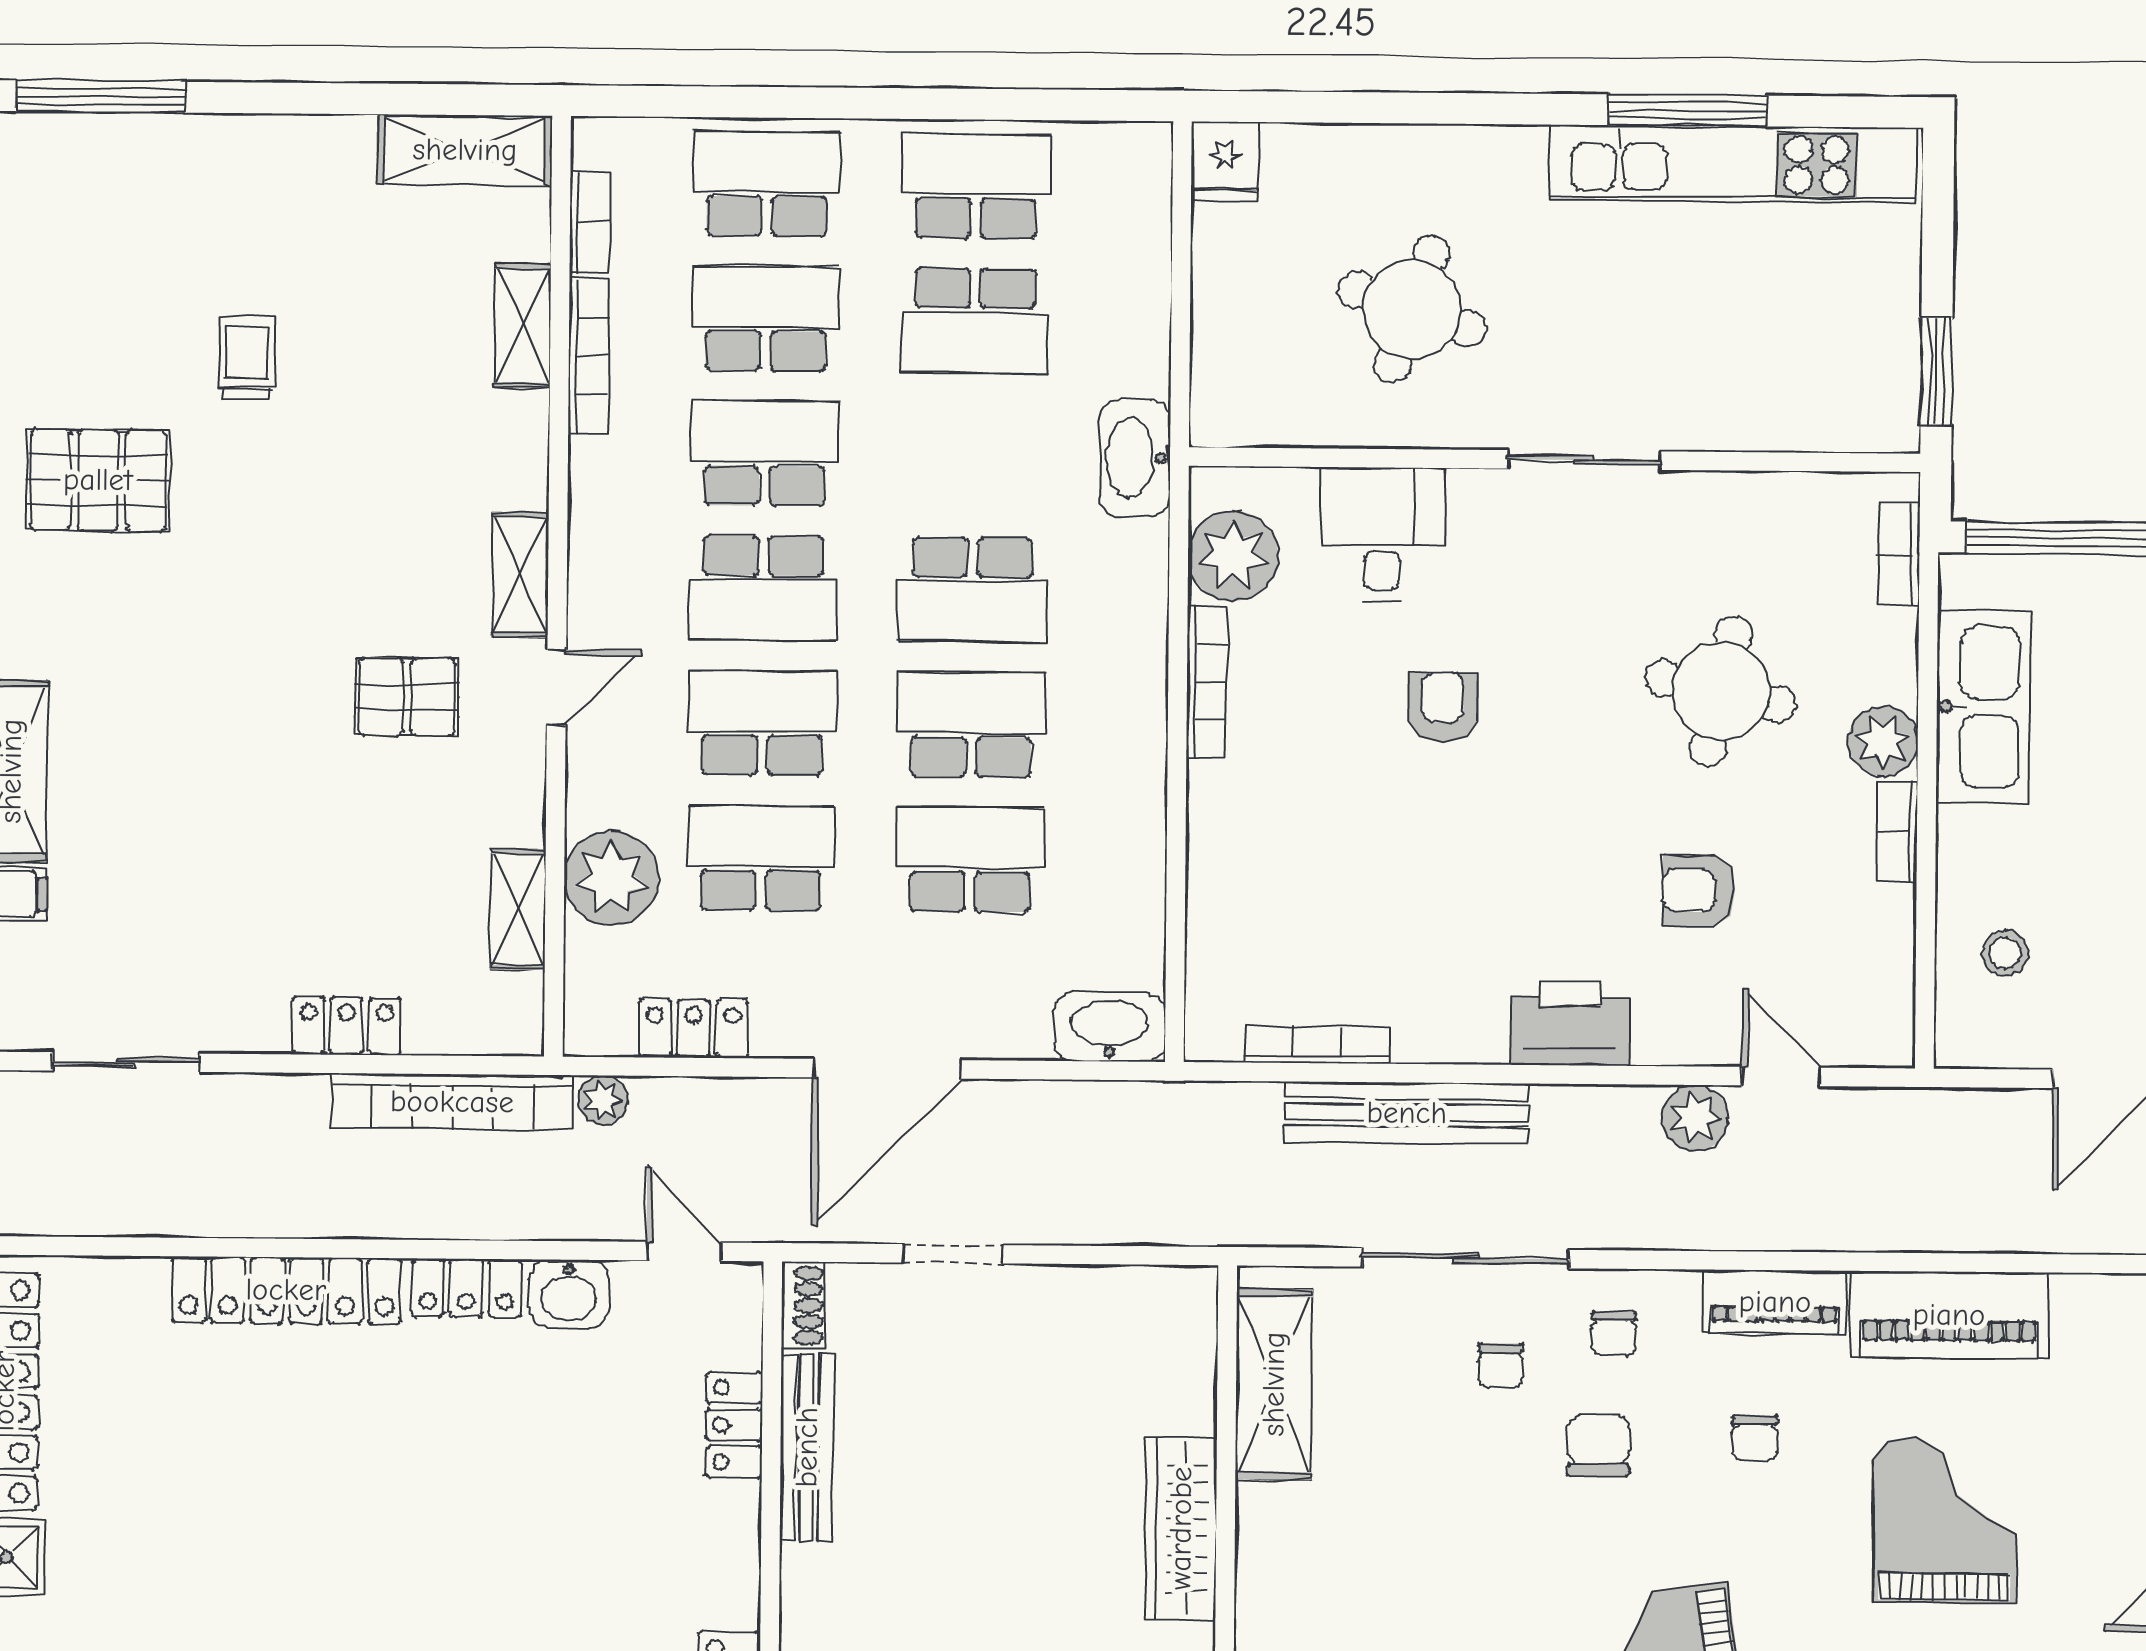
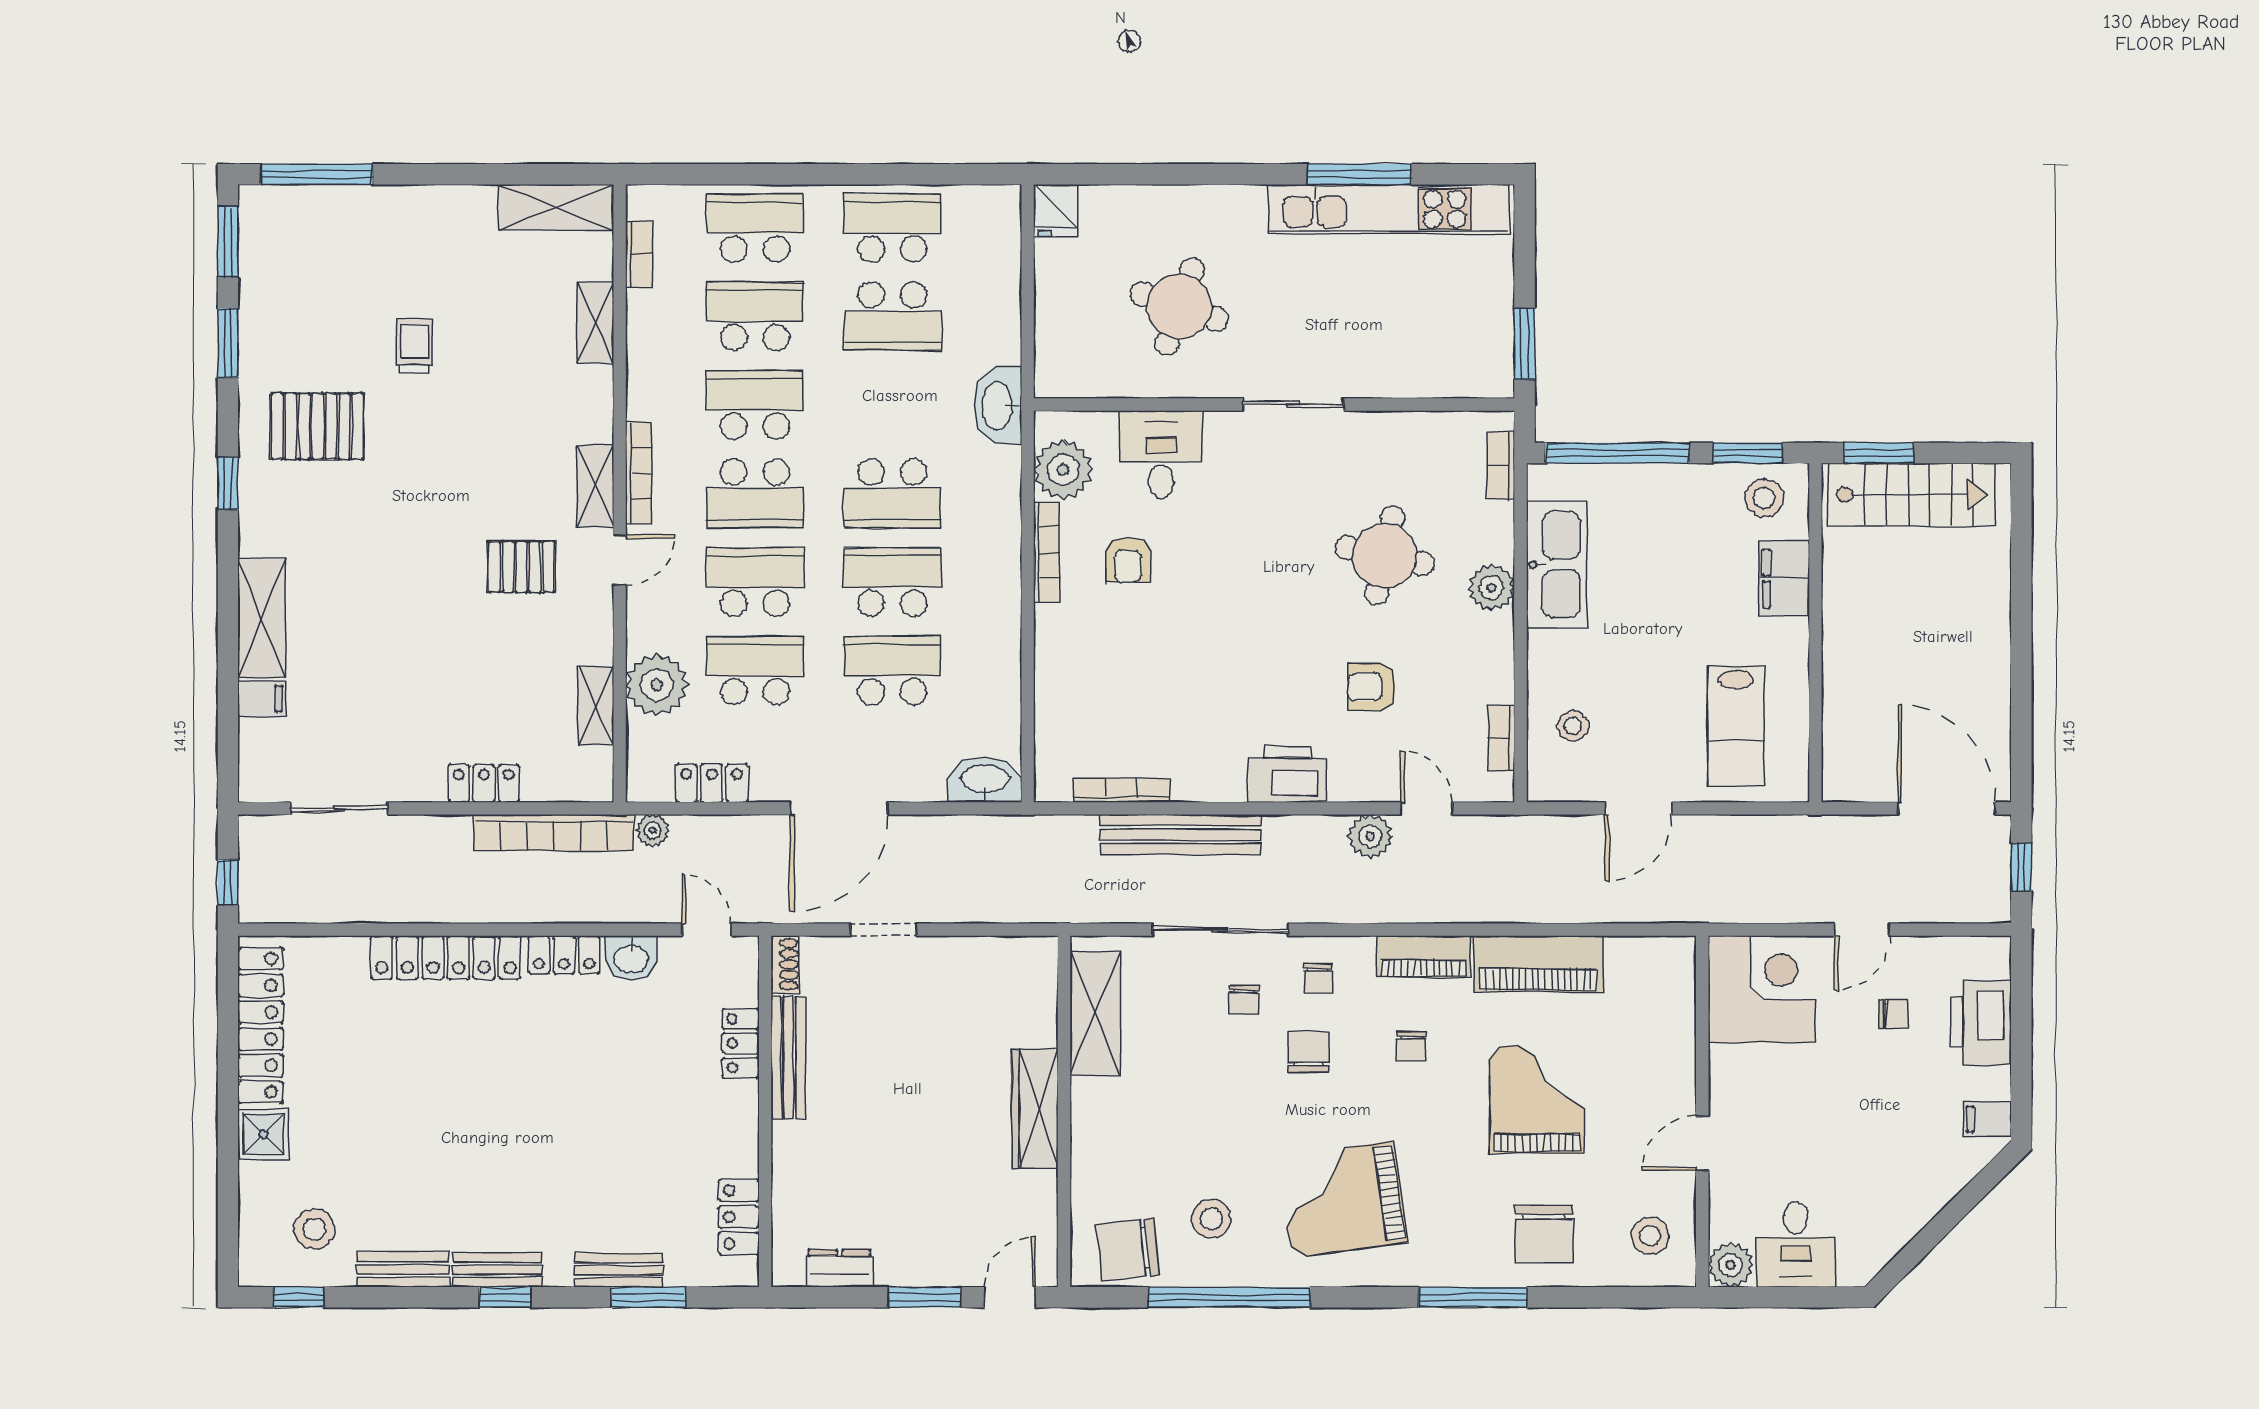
bookcase: (588, 356) -> (639, 473), moved
armchair: (1443, 707) -> (1128, 560), moved, turned 180
bookcase: (1897, 832) -> (1501, 738), moved

